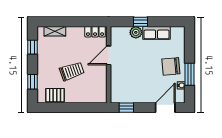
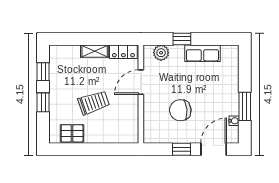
shelving: (55, 31) -> (95, 51), moved
plant: (136, 32) -> (161, 53), moved
chair: (171, 66) -> (180, 110), moved
window: (32, 82) -> (43, 102), moved
window: (126, 108) -> (181, 149), moved

